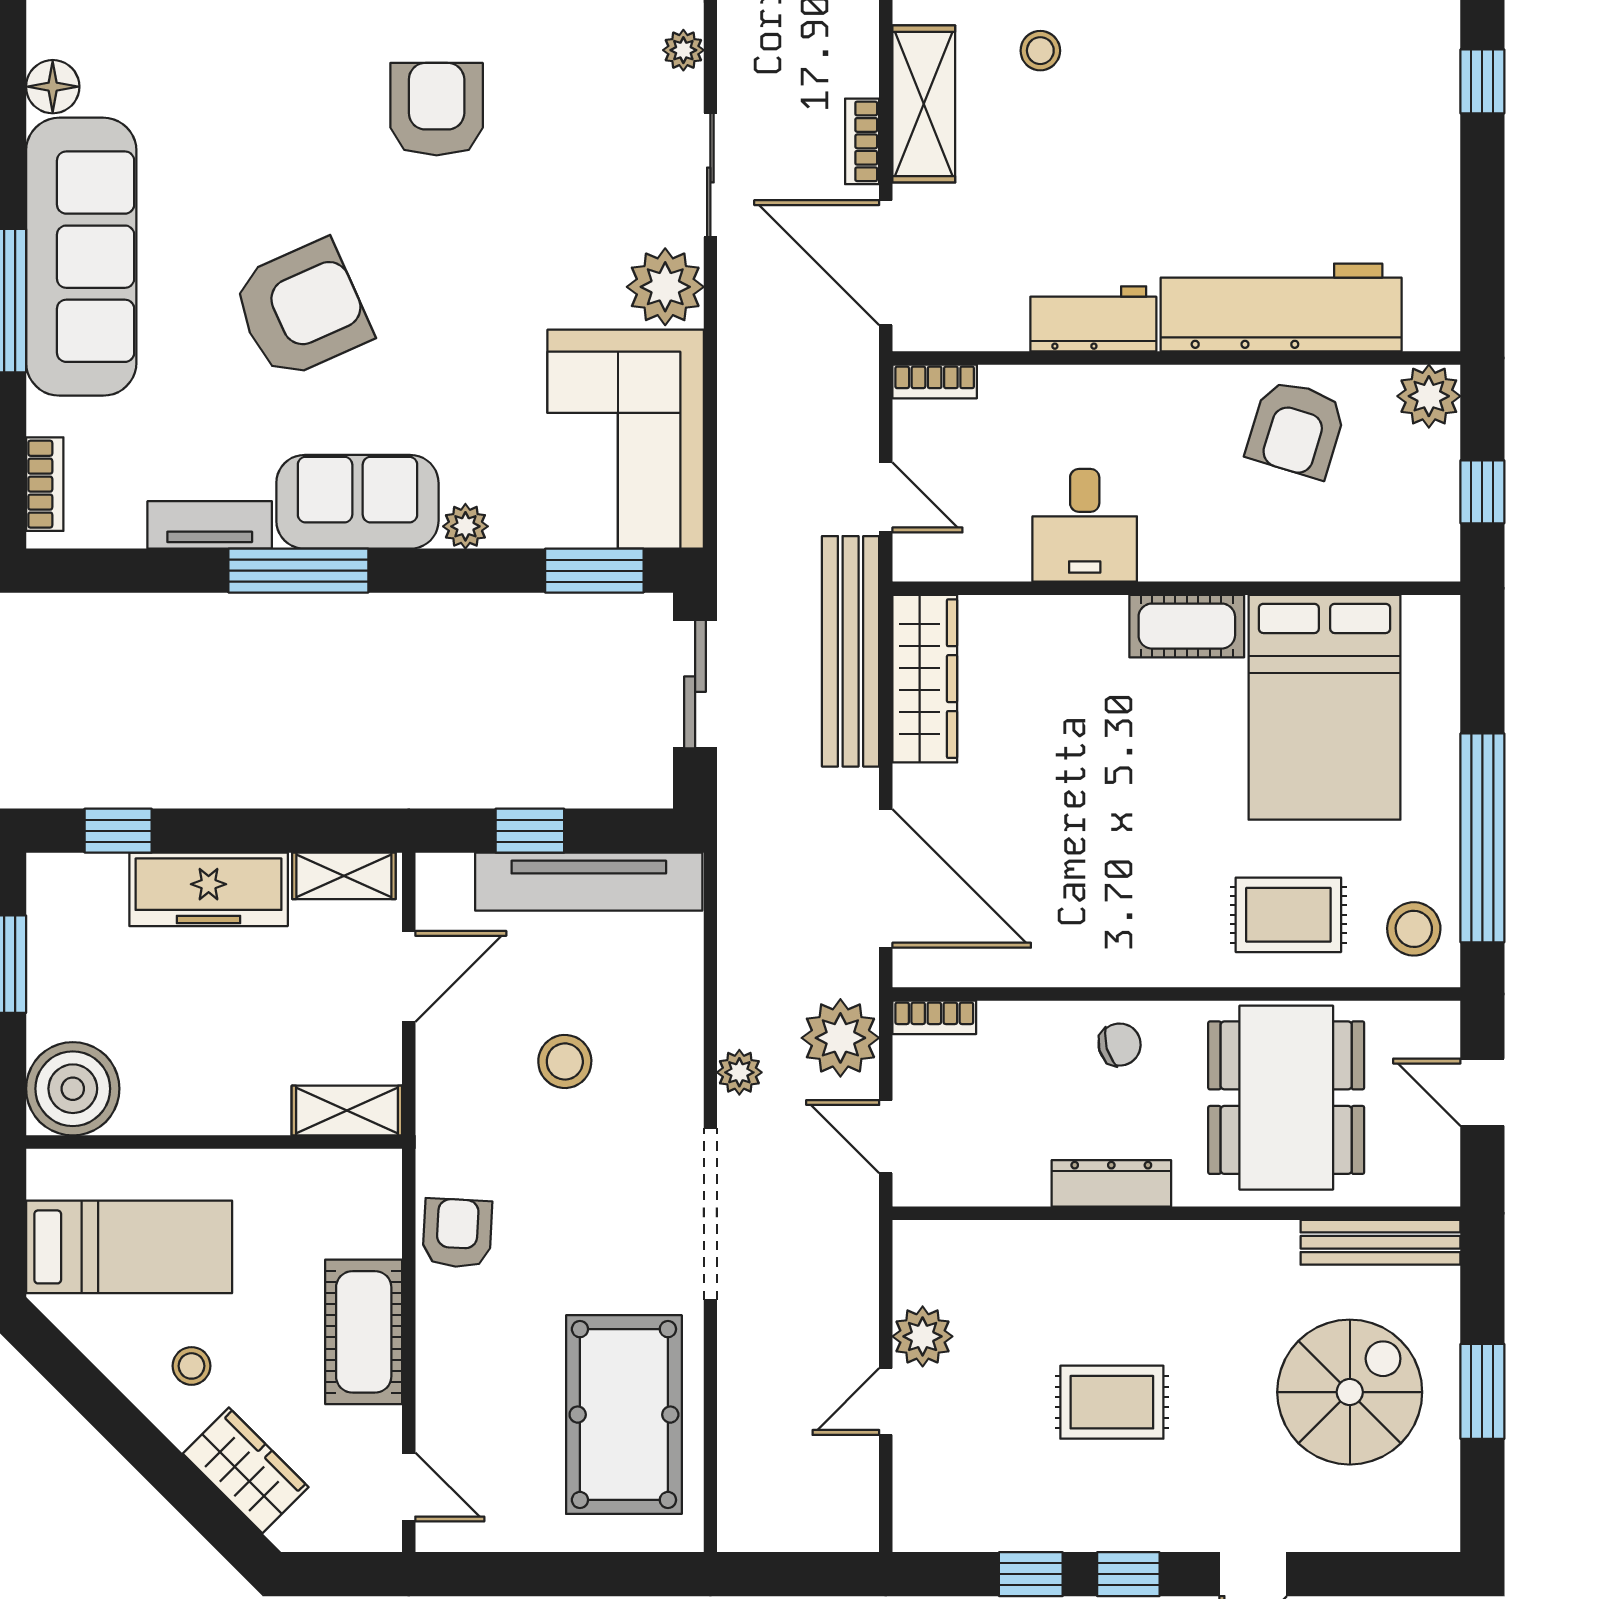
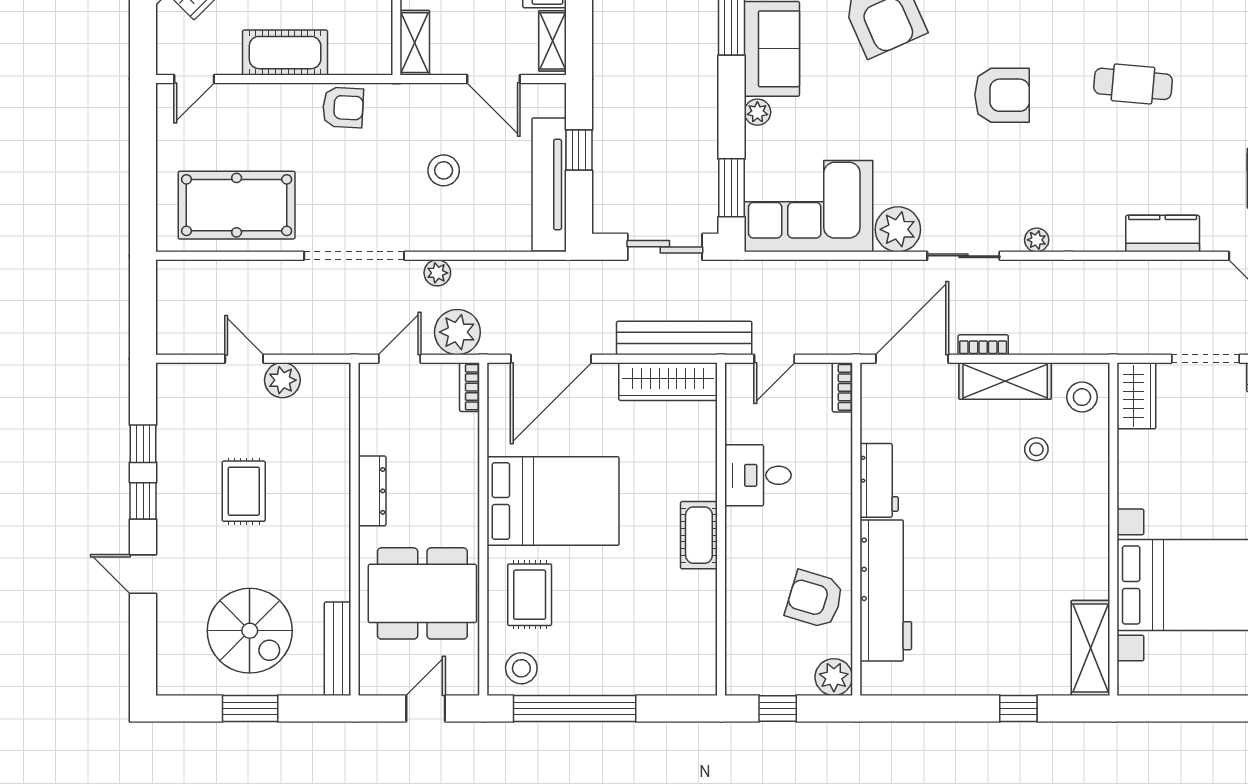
bed: (1324, 707) -> (553, 501), moved, turned 180
chair: (1120, 1045) -> (454, 496), removed

